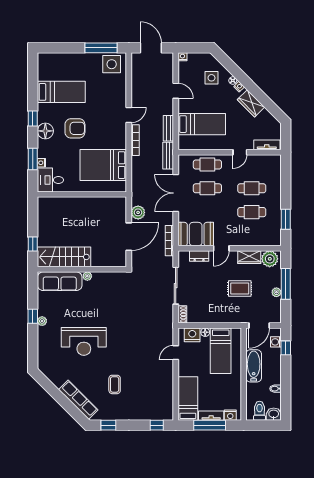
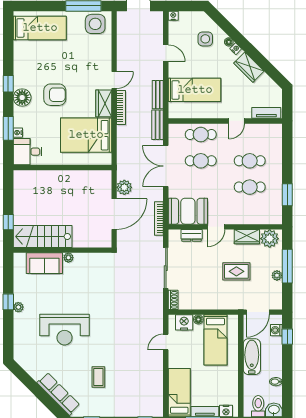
bed: (61, 92) -> (40, 28), moved
wardrobe: (119, 136) -> (104, 103), added
sofa: (60, 281) -> (44, 263), width x0.73

